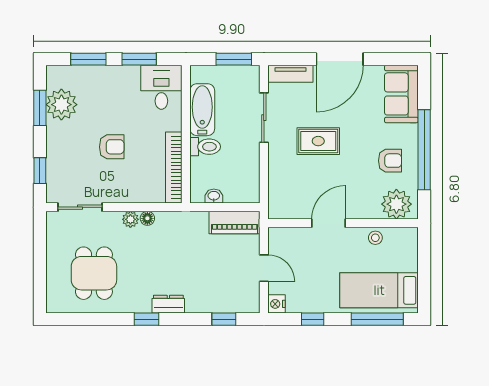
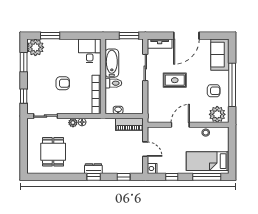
window: (139, 59) -> (78, 36), removed
plant: (61, 105) -> (35, 47), moved
window: (146, 319) -> (94, 177), moved

